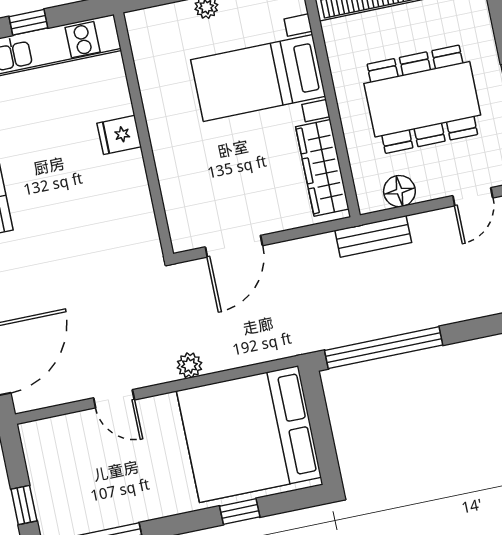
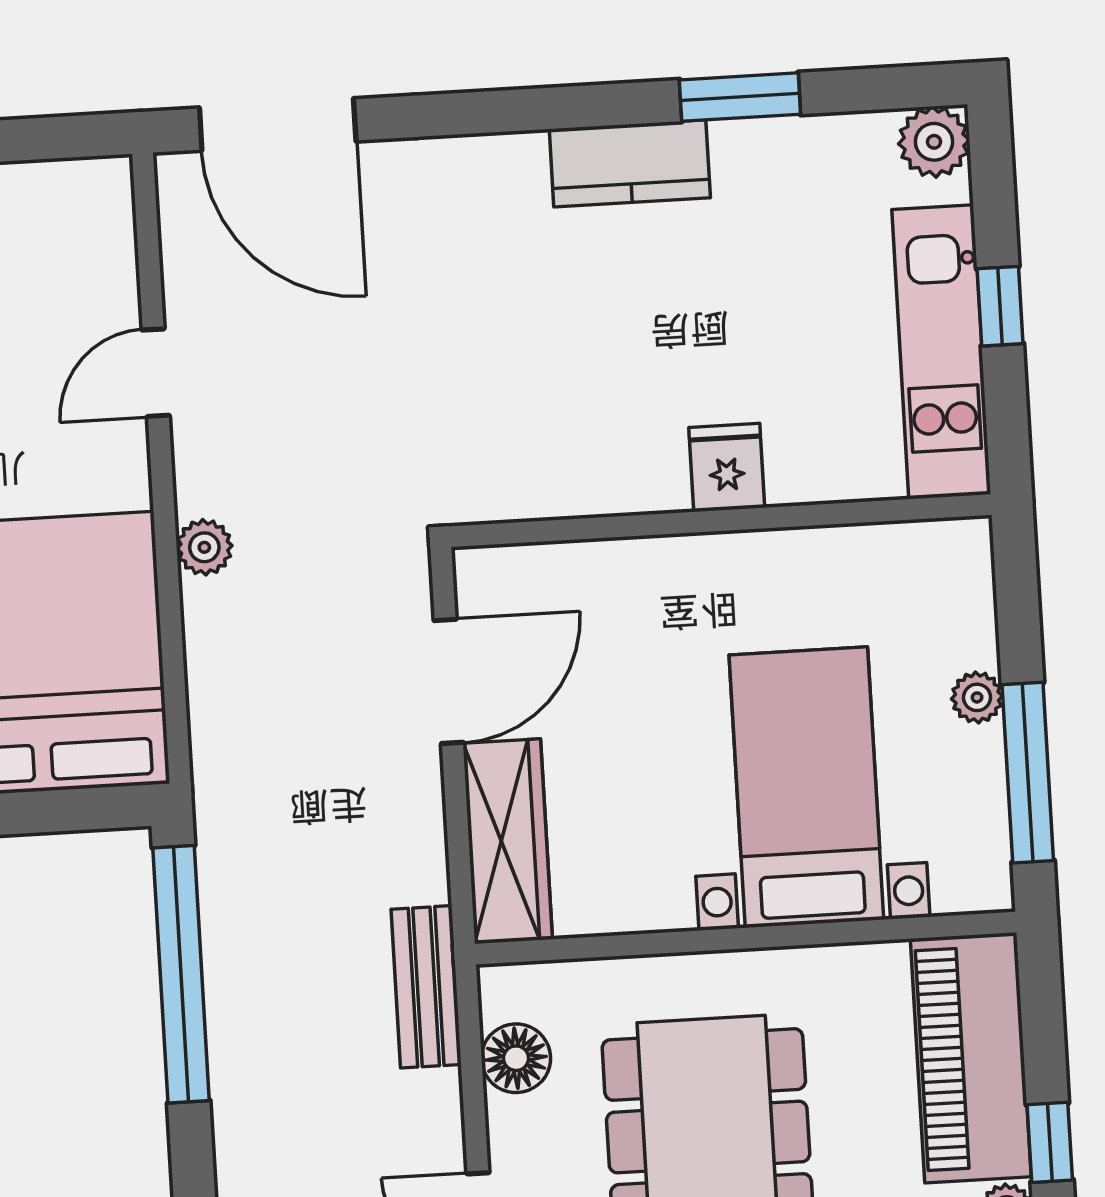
wardrobe: (322, 168) -> (508, 841), moved, turned 90
door: (234, 246) -> (449, 681), swing flipped

